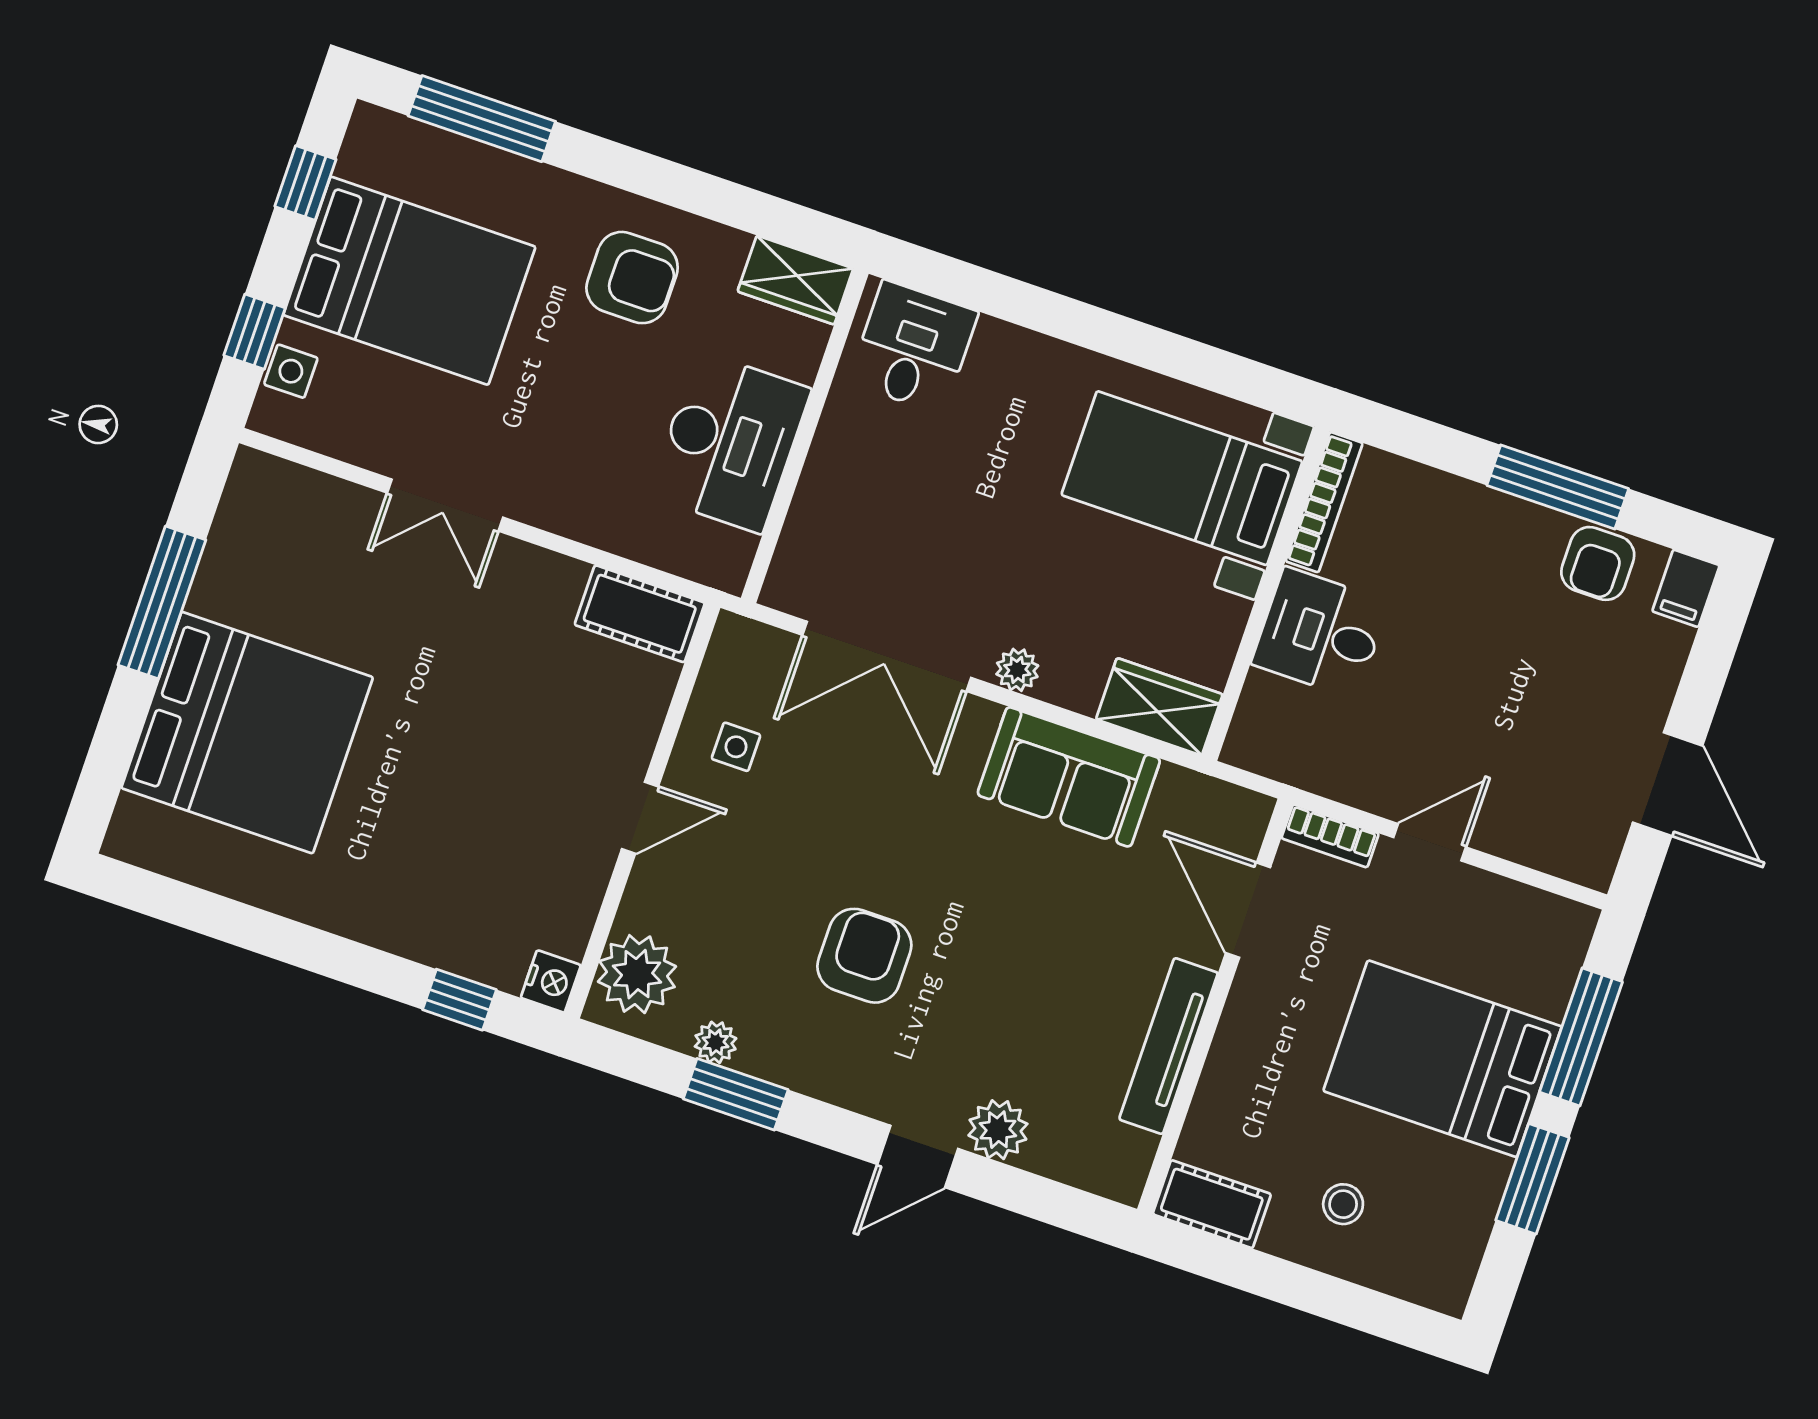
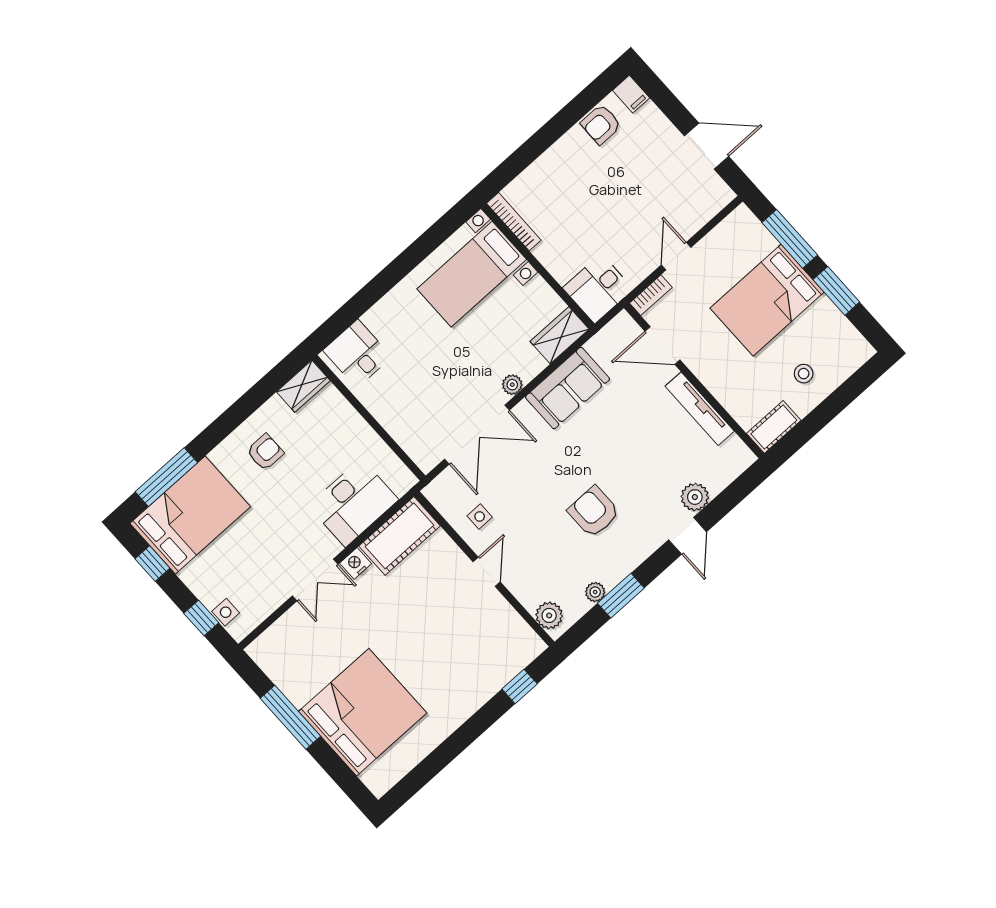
armchair: (632, 278) -> (265, 452), width x0.72, depth x0.72
bed: (409, 281) -> (190, 515), moved
desk: (730, 442) -> (353, 503), moved, turned 90
window: (1558, 487) -> (561, 123), removed
armchair: (1598, 563) -> (601, 124), turned 90
cot: (640, 614) -> (399, 536), width x1.37, depth x1.34
desk: (1320, 633) -> (598, 288), moved
plant: (637, 974) -> (549, 615), width x0.73, depth x0.73
nightstand: (551, 981) -> (356, 563), moved, turned -90

